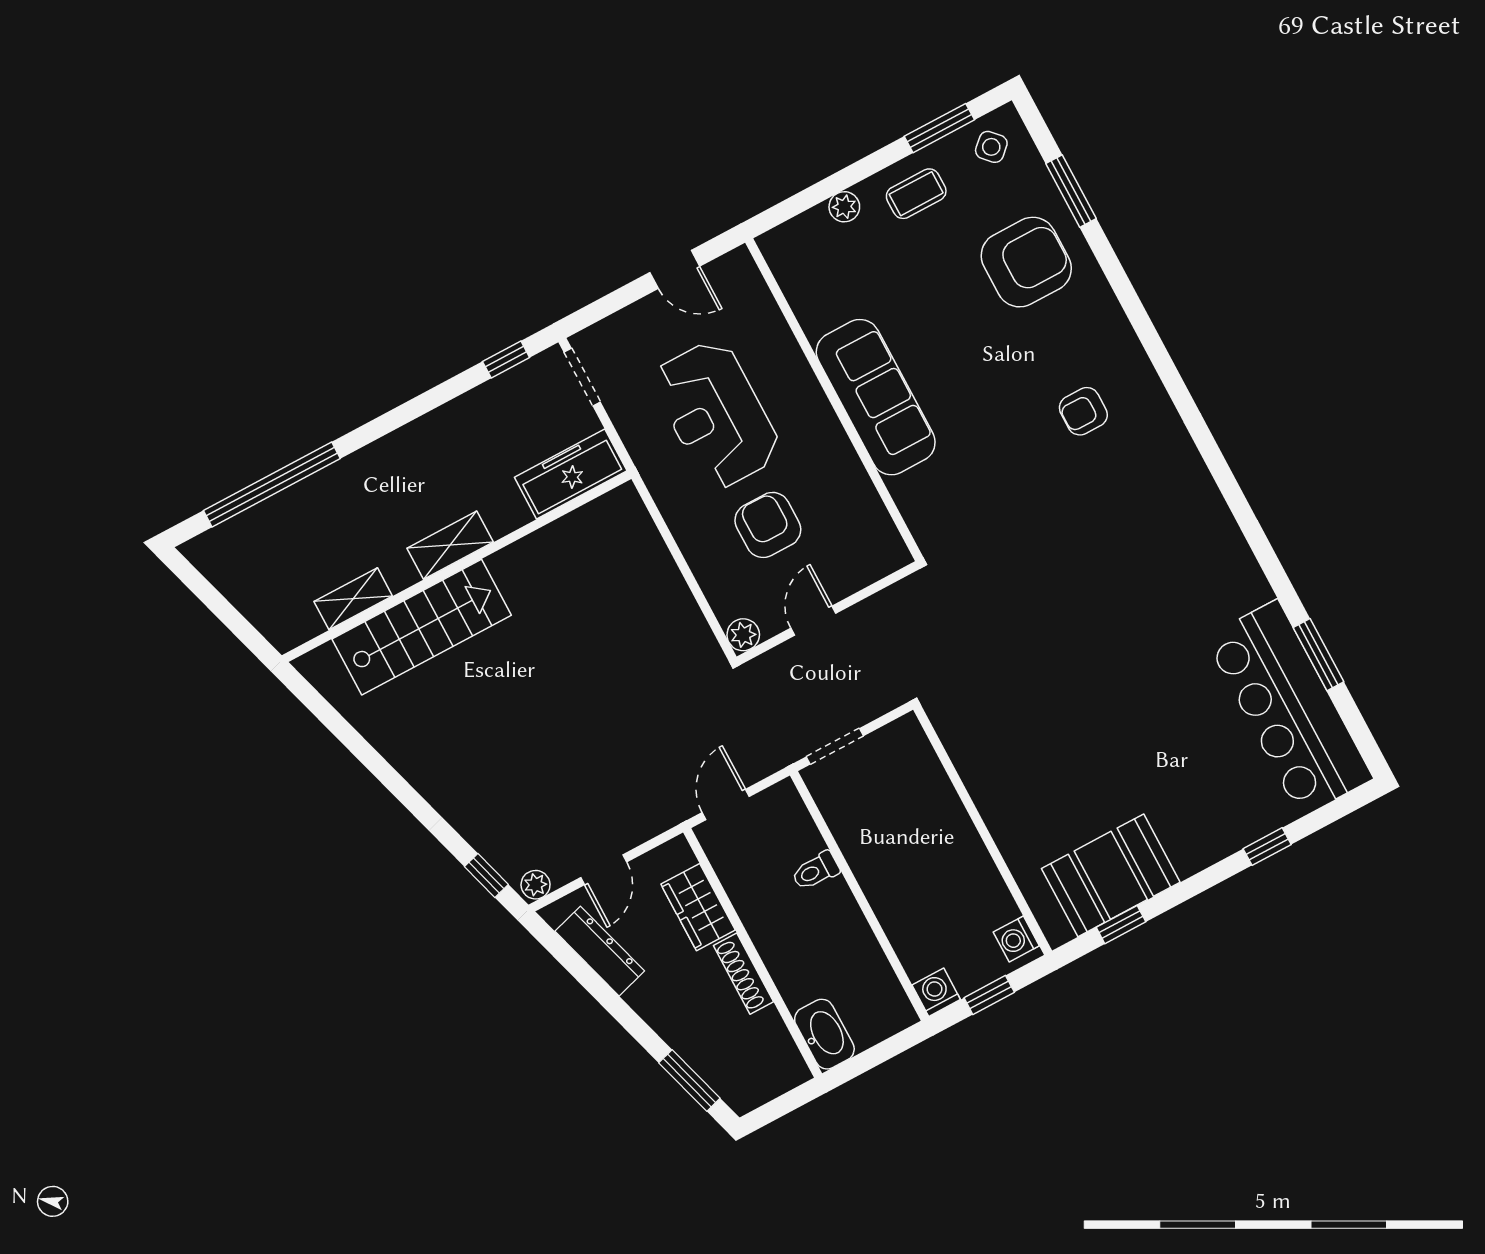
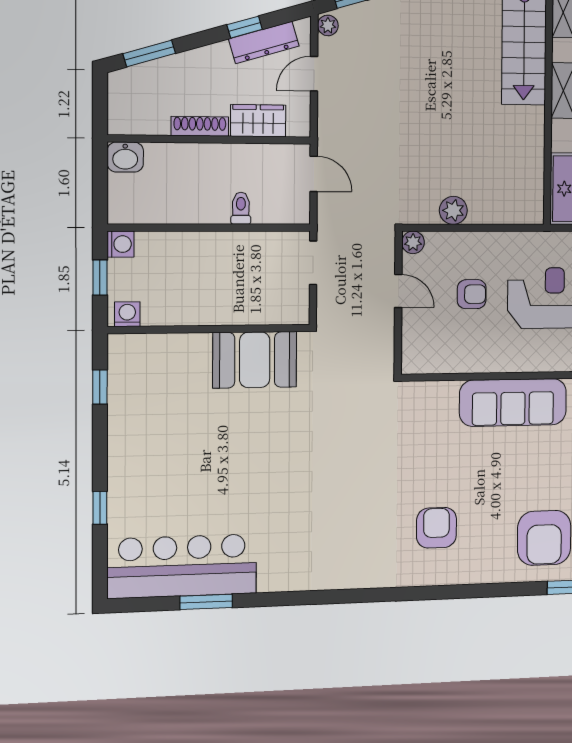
armchair: (1083, 411) -> (436, 528), width x1.38, depth x1.38
armchair: (768, 525) -> (472, 294), width x0.72, depth x0.72
plant: (676, 605) -> (453, 210), added
door: (604, 870) -> (314, 74), hinge flipped
booth: (1111, 875) -> (255, 360), moved, turned 90
window: (594, 984) -> (245, 27), added
washbasin: (824, 1034) -> (125, 157), width x0.72

